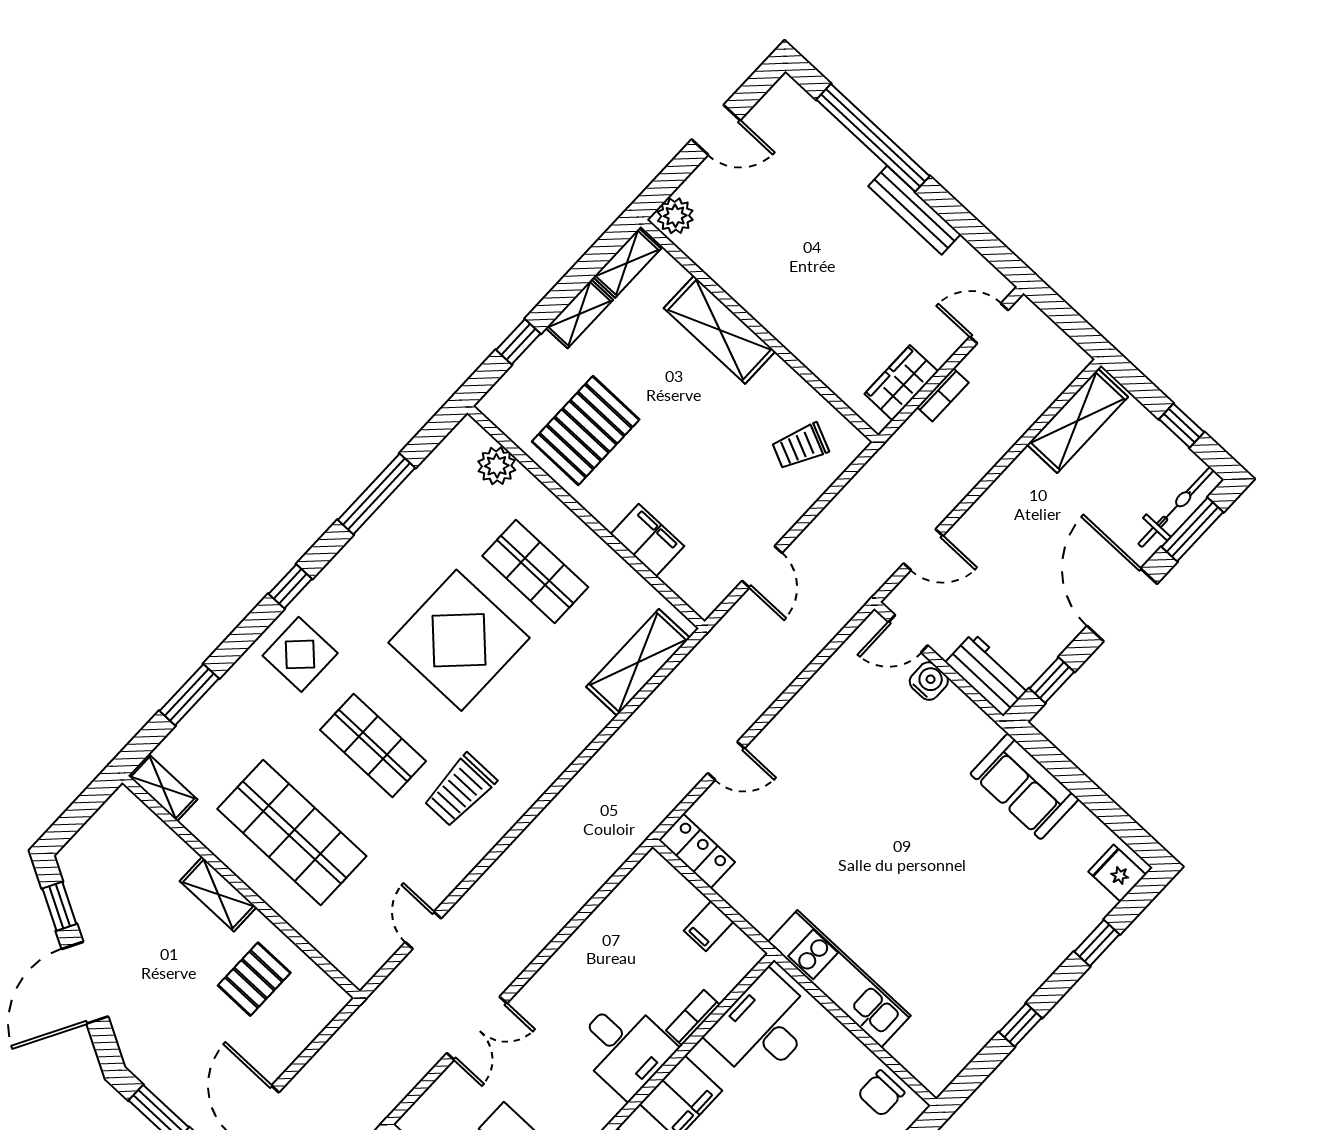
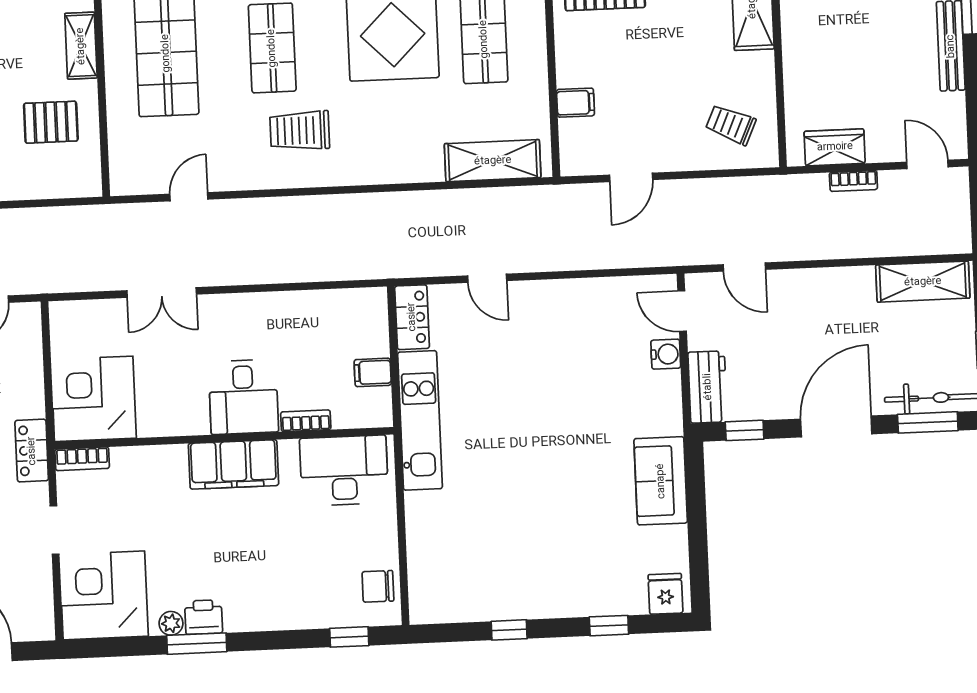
filing cabinet: (647, 540) -> (575, 103), width x0.50
kitchen unit: (839, 979) -> (420, 420), moved

